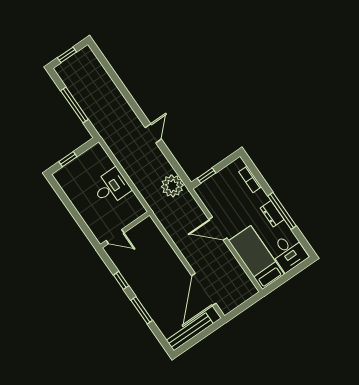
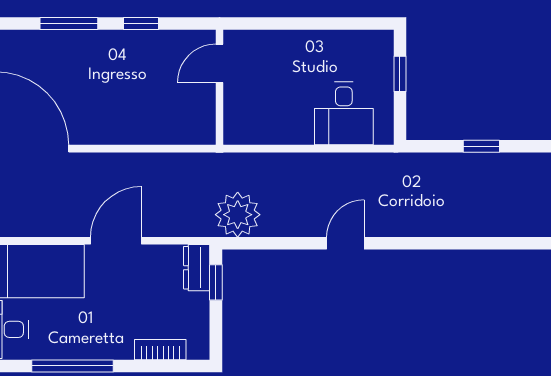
window: (74, 105) -> (481, 146), width x0.46
door: (153, 133) -> (345, 243), swing flipped
desk: (111, 187) -> (344, 113), moved
dresser: (272, 214) -> (197, 268), moved, turned -90

